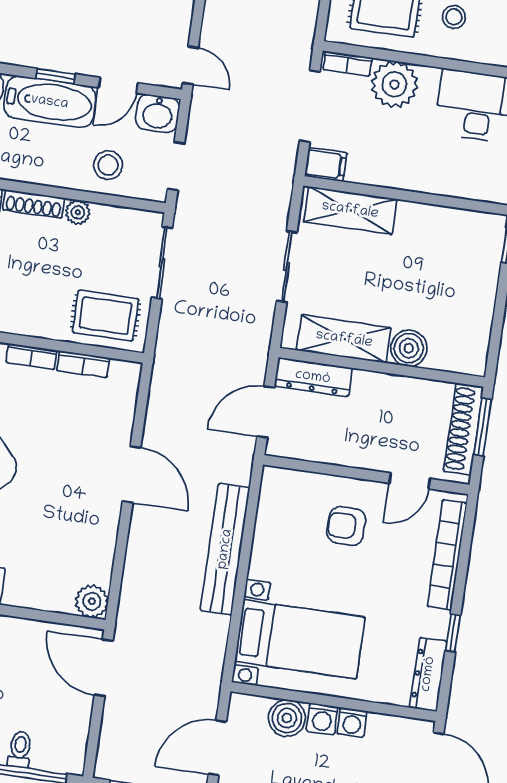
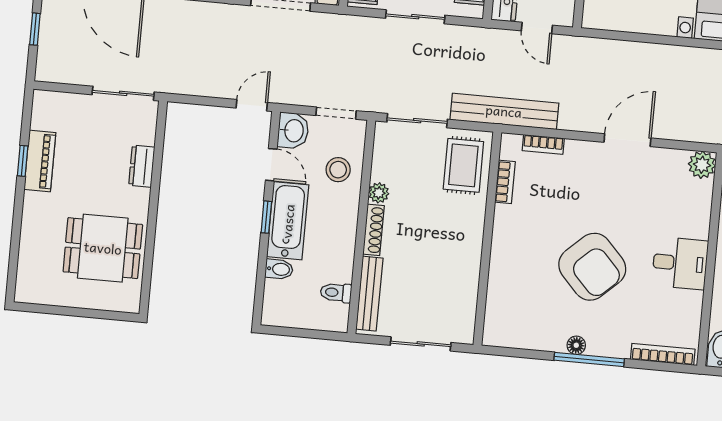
bookcase: (31, 356) -> (543, 144), moved, turned 90
door: (266, 412) -> (537, 28), width x0.73
door: (132, 474) -> (627, 140), moved
bench: (225, 549) -> (504, 111), moved

